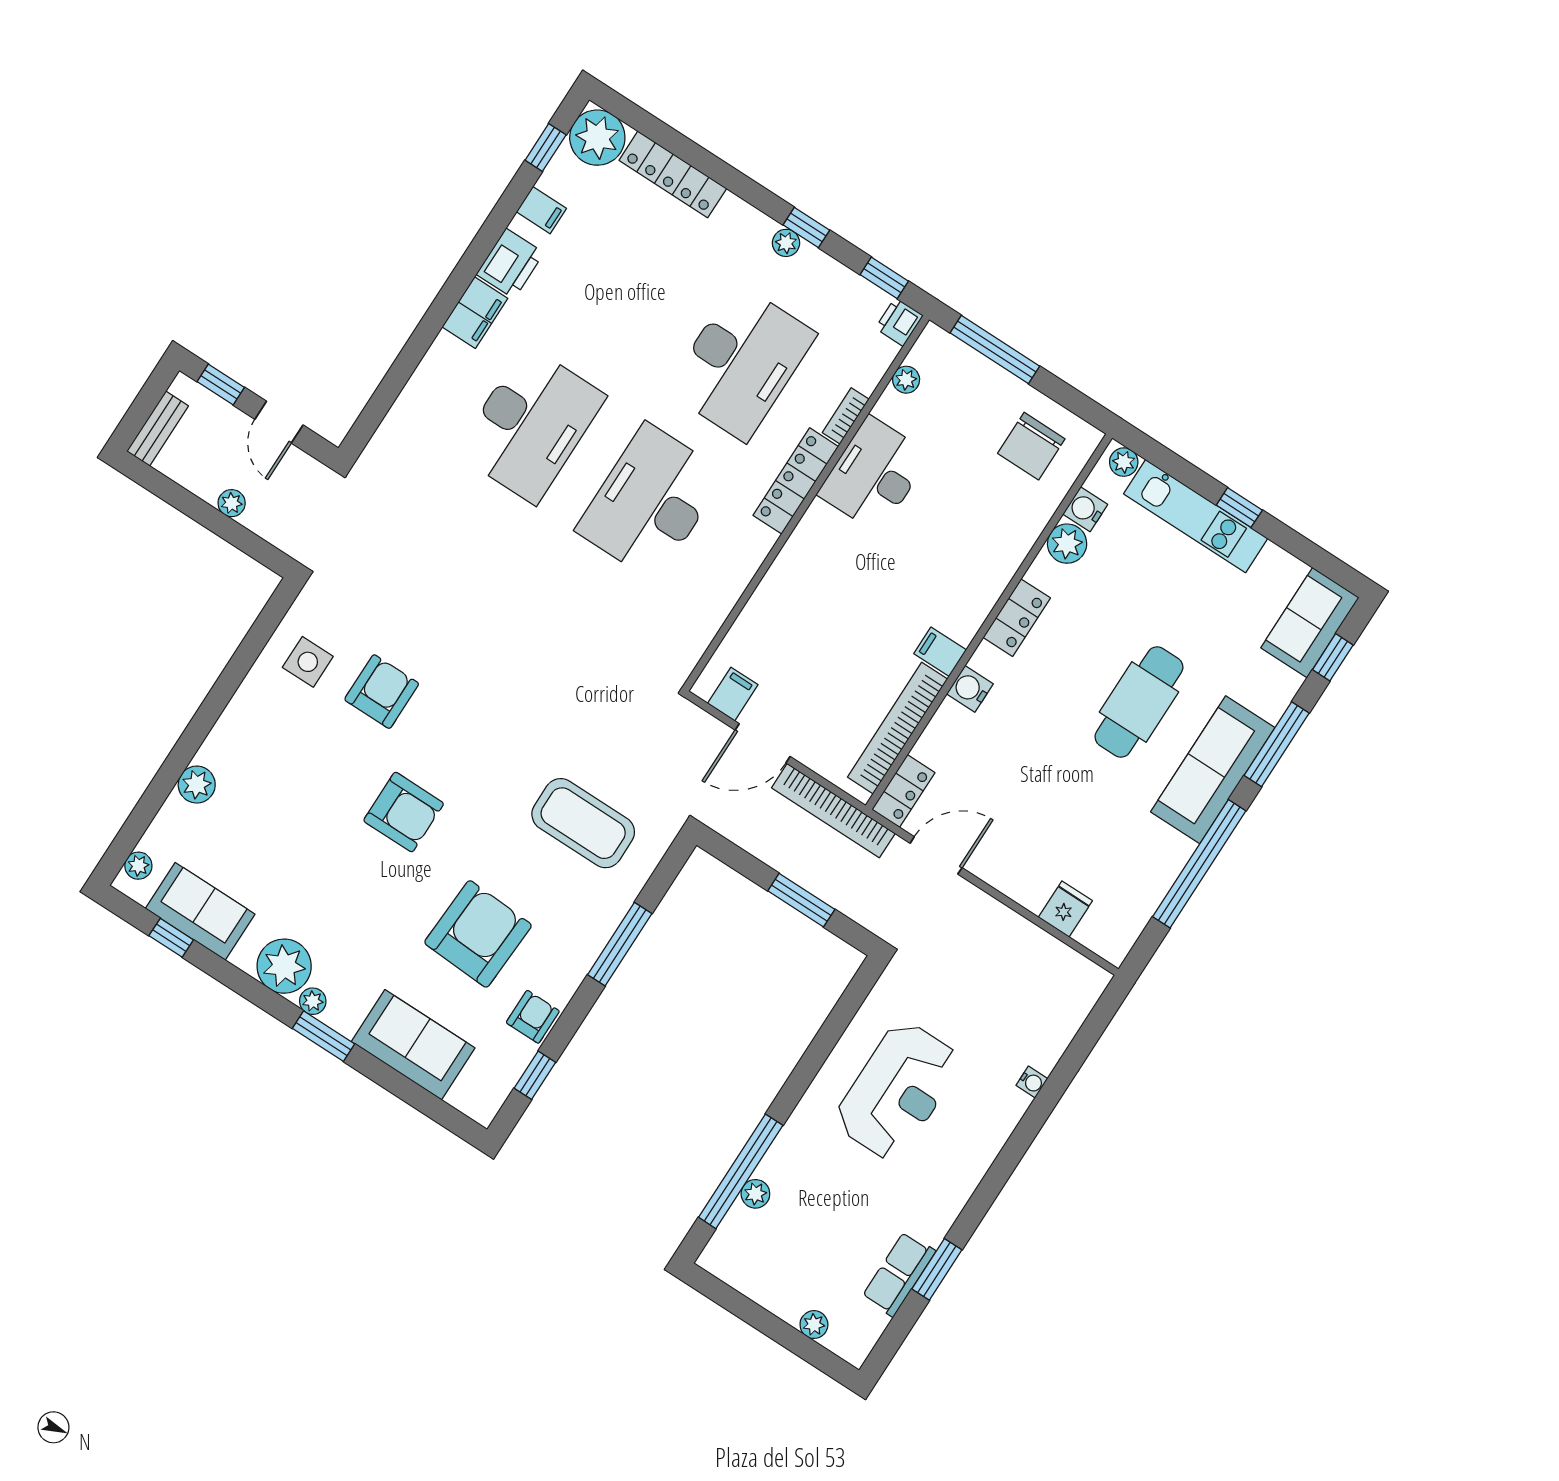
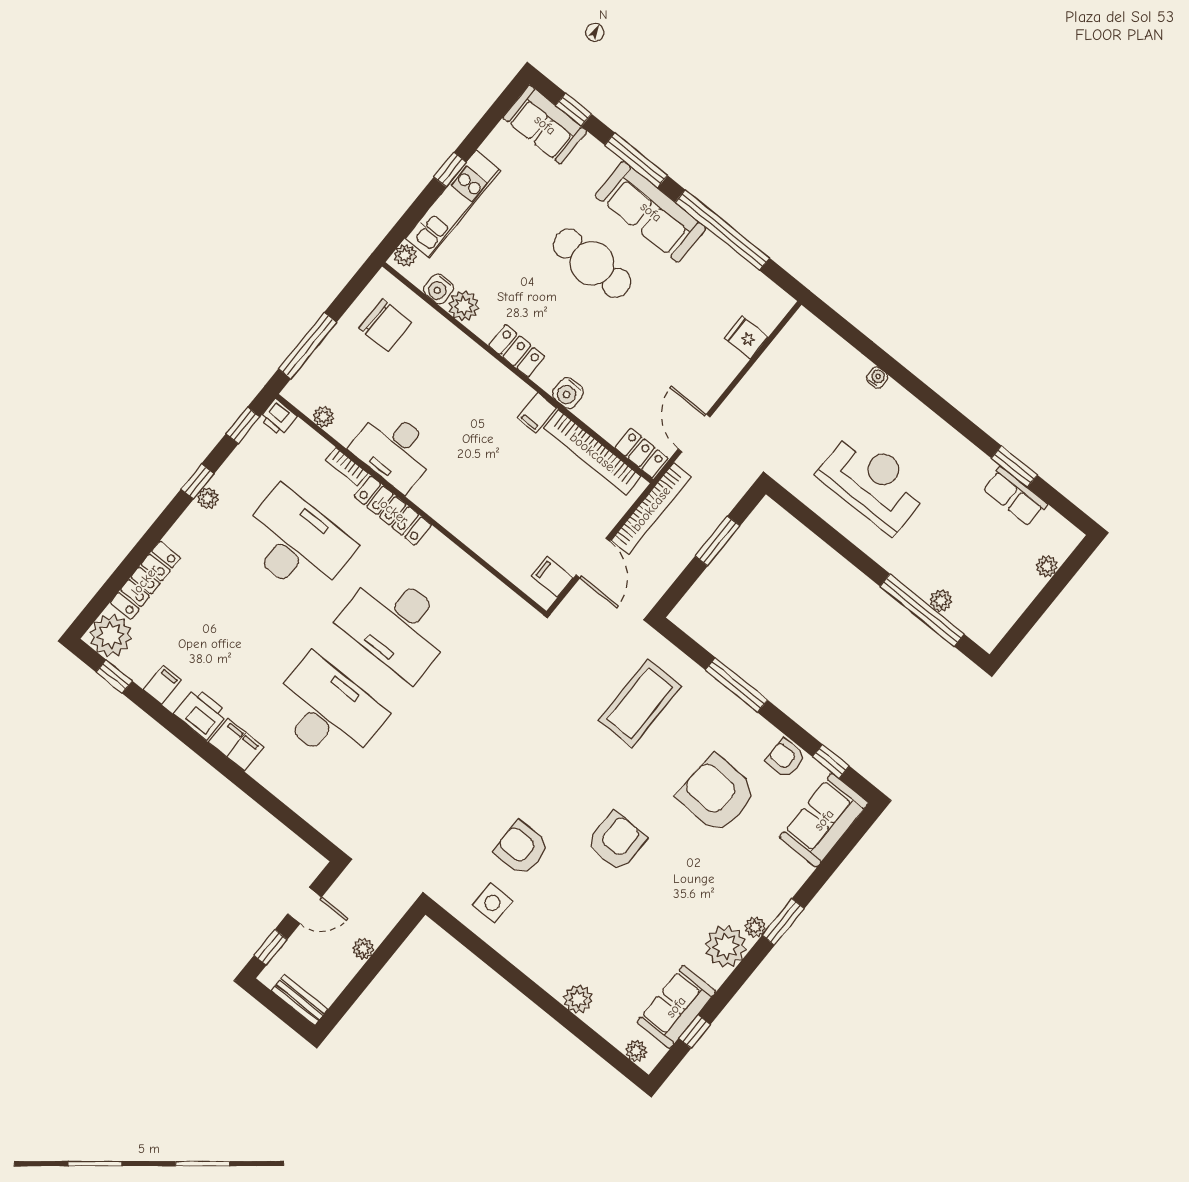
sofa: (413, 1045) -> (824, 820), moved

